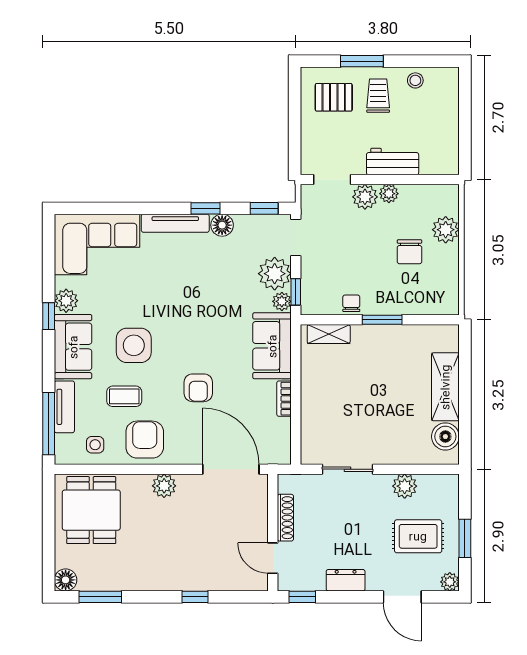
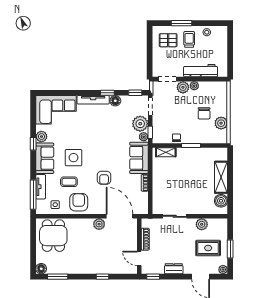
workbench: (393, 162) -> (201, 71), width x1.38
plant: (446, 230) -> (221, 123), moved
plant: (164, 486) -> (99, 224), moved

